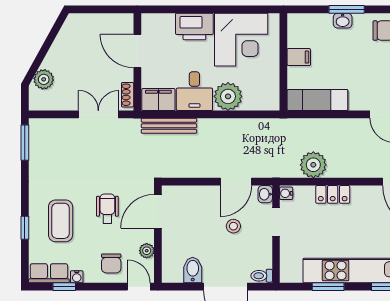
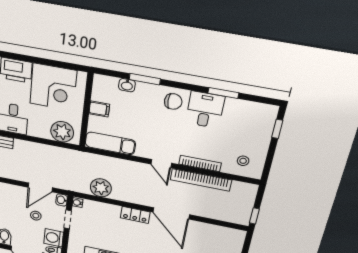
washbasin: (343, 21) -> (127, 85), moved
plant: (228, 96) -> (62, 132), moved
locker: (333, 194) -> (135, 215), moved
washing machine: (260, 255) -> (54, 238), added

